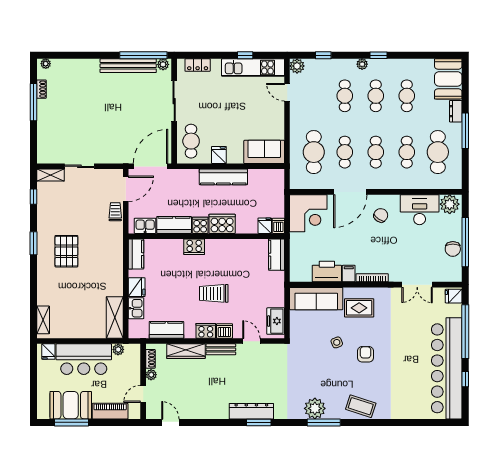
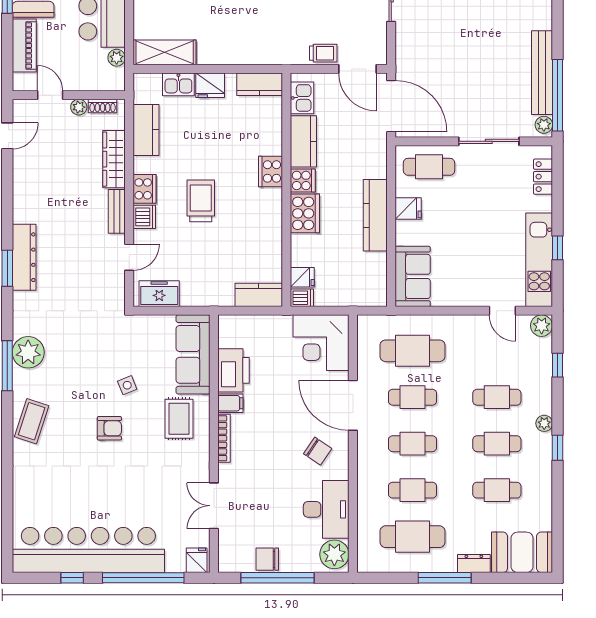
door: (287, 92) -> (502, 311), swing flipped

